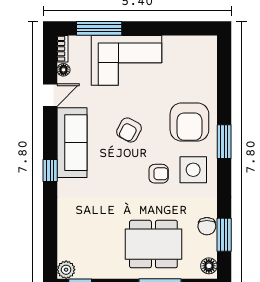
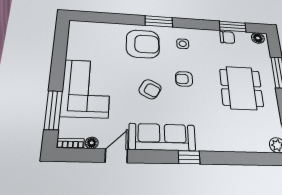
door: (50, 95) -> (116, 156), hinge flipped
side table: (193, 170) -> (183, 44), width x0.54, depth x0.54
armchair: (159, 174) -> (184, 79), moved, turned -90
dining table: (153, 244) -> (241, 88), moved

